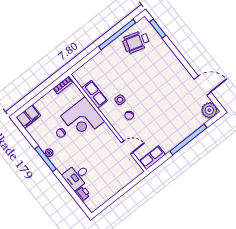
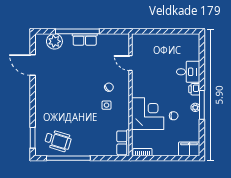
row of seats: (94, 94) -> (123, 143), moved
plant: (209, 110) -> (54, 41), moved
row of seats: (152, 158) -> (85, 39), moved
printer: (83, 194) -> (194, 89), moved

